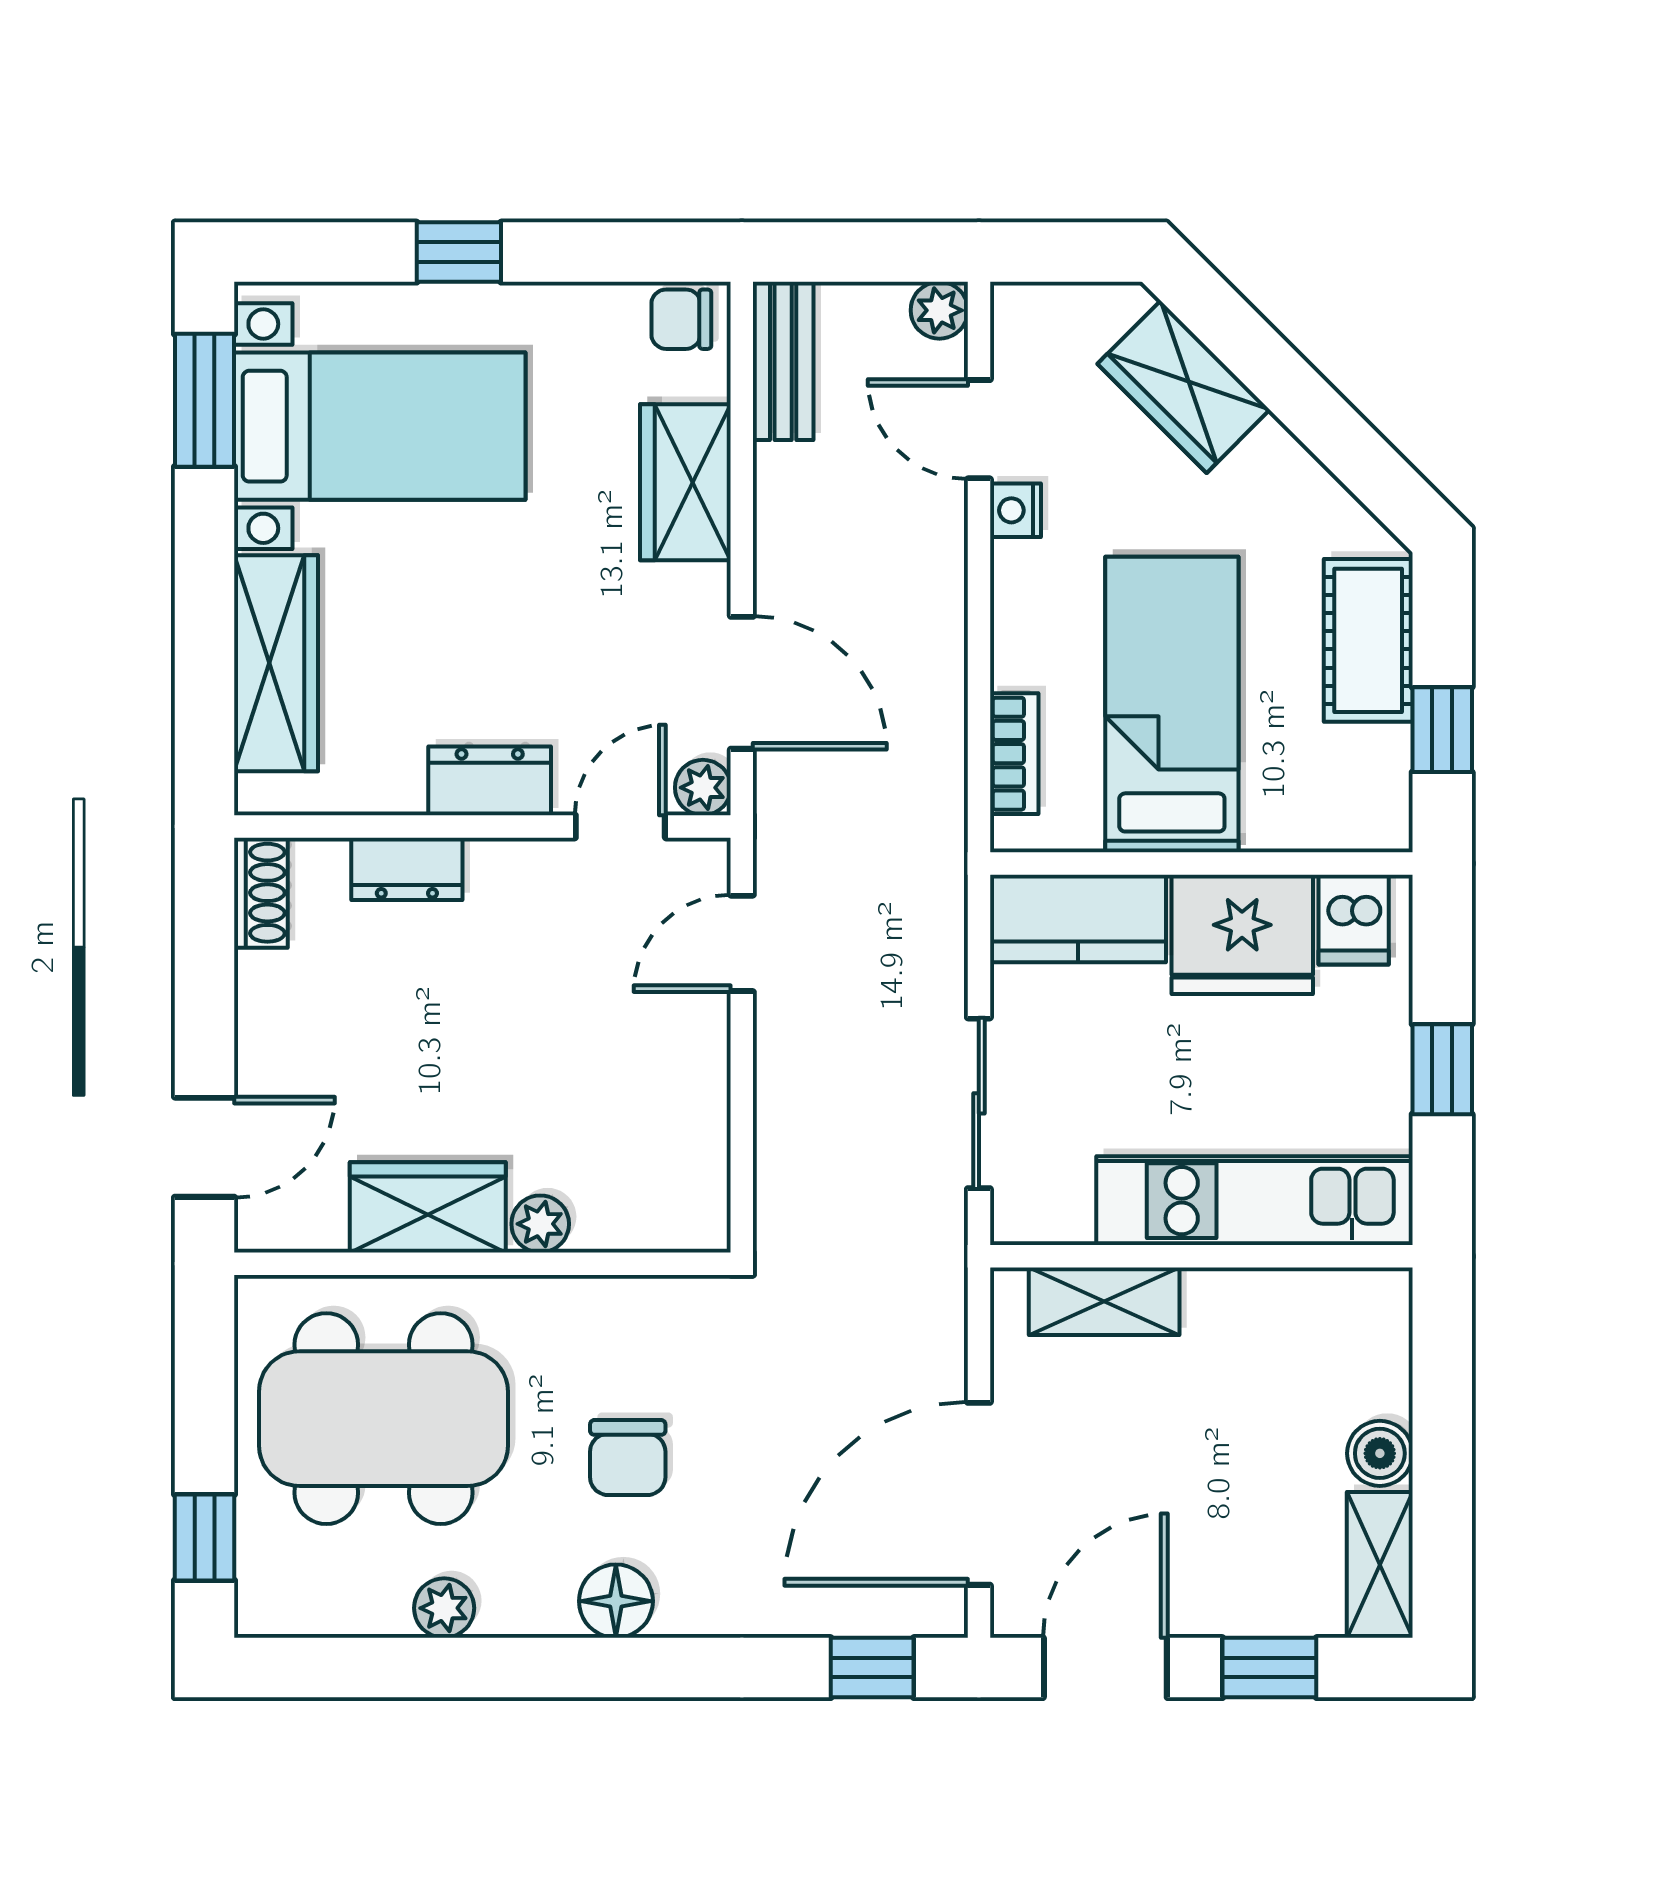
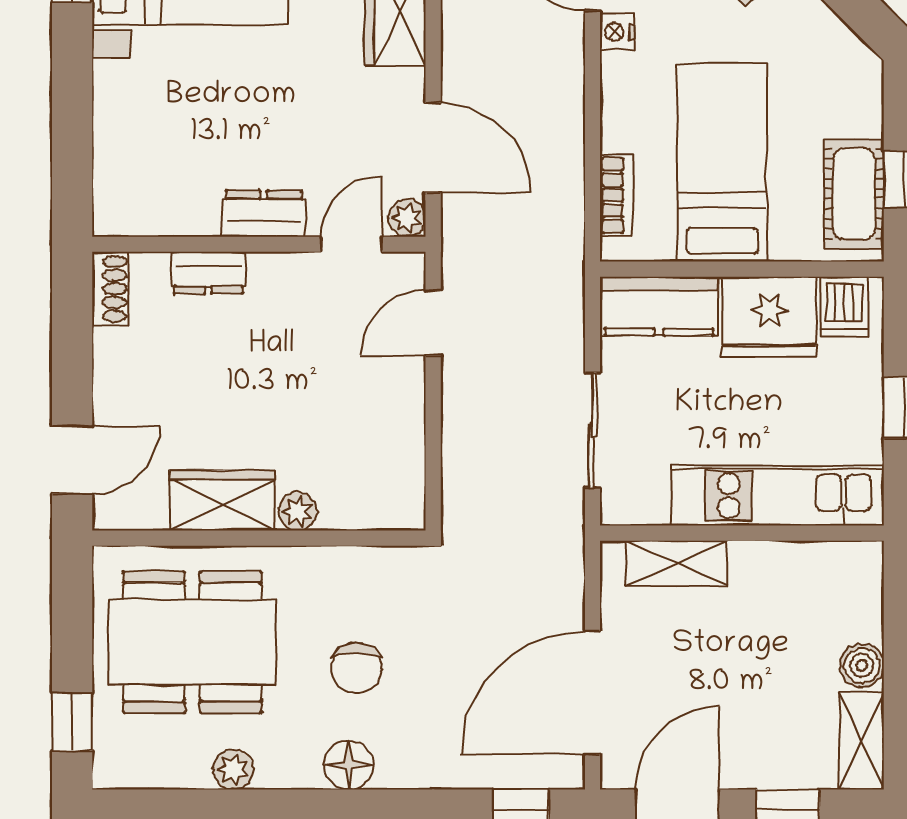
cot: (1368, 640) -> (854, 194), moved
wardrobe: (276, 663) -> (120, 135), removed

